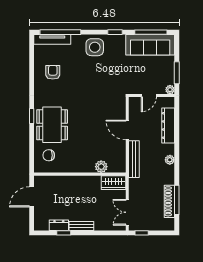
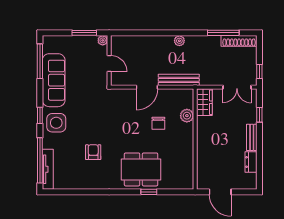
window: (115, 32) -> (40, 115), moved
sofa: (150, 45) -> (54, 80), moved
armchair: (53, 72) -> (93, 152), moved, turned 90
window: (32, 116) -> (149, 192), moved
dresser: (168, 125) -> (142, 42), removed
chair: (49, 155) -> (158, 123), moved
shoe rack: (169, 201) -> (239, 41), moved
window: (64, 233) -> (259, 115), moved

